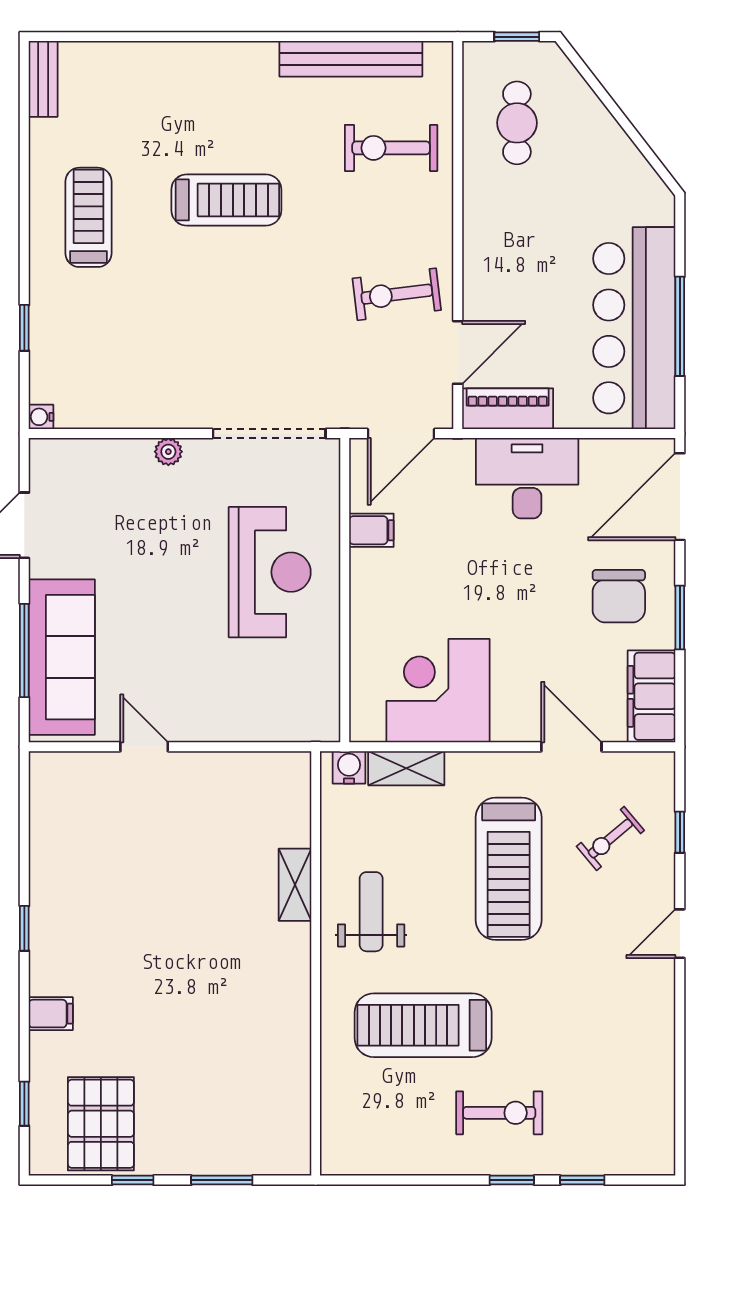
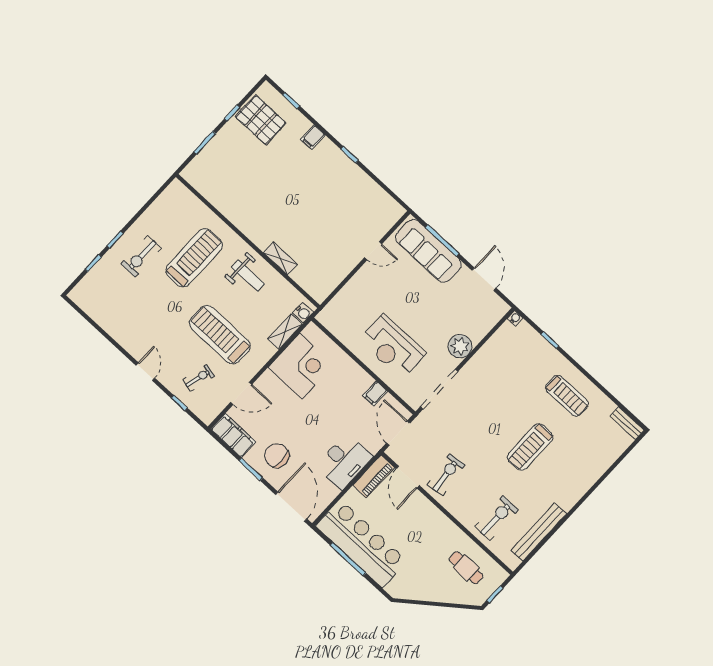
plant: (168, 452) -> (460, 346), width x1.88, depth x1.88
exercise bike: (610, 838) -> (199, 378), turned 55

